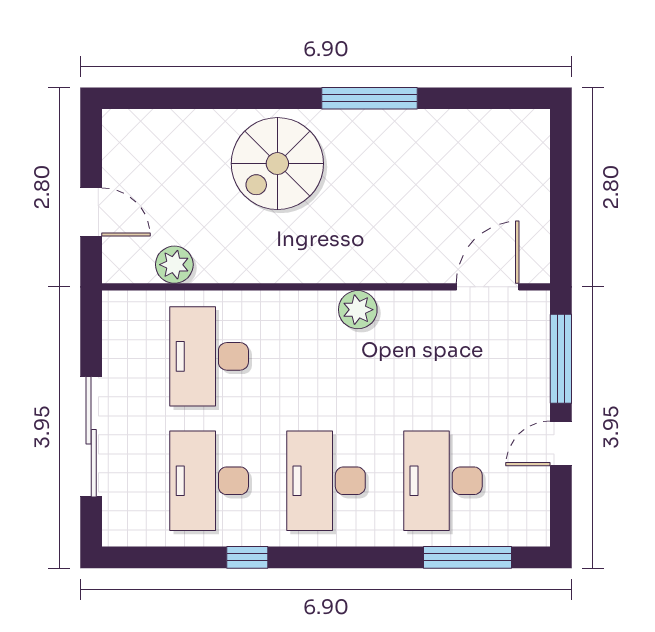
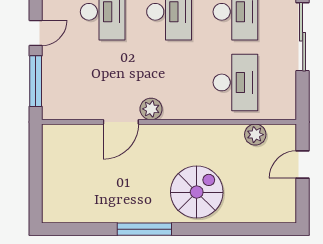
door: (91, 212) -> (303, 164), hinge flipped
door: (488, 287) -> (121, 122), moved

